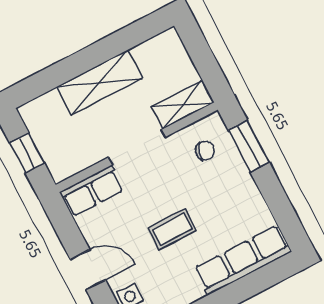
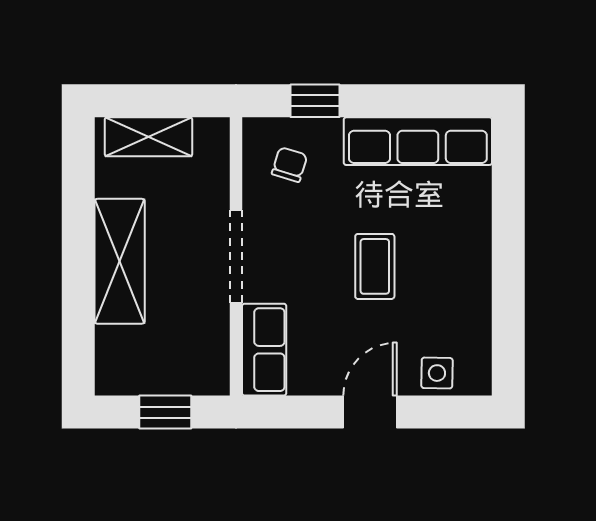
shelving: (182, 105) -> (149, 137), moved, turned 90
window: (249, 146) -> (315, 101), width x0.67
row of seats: (243, 260) -> (418, 141), moved, turned -90

